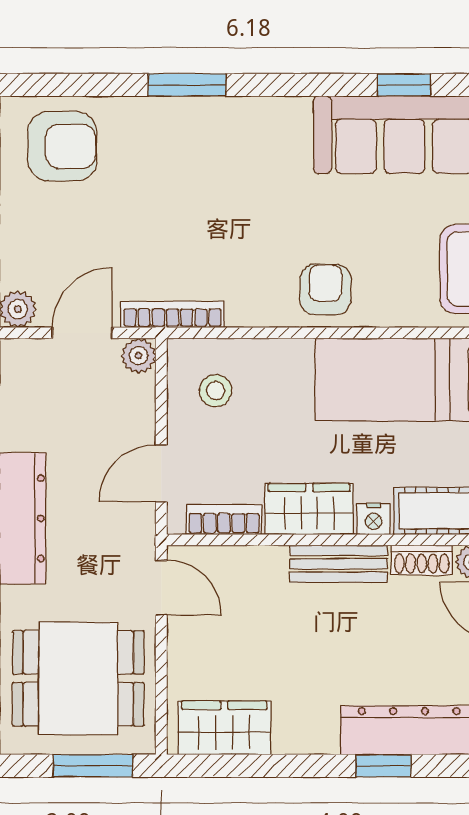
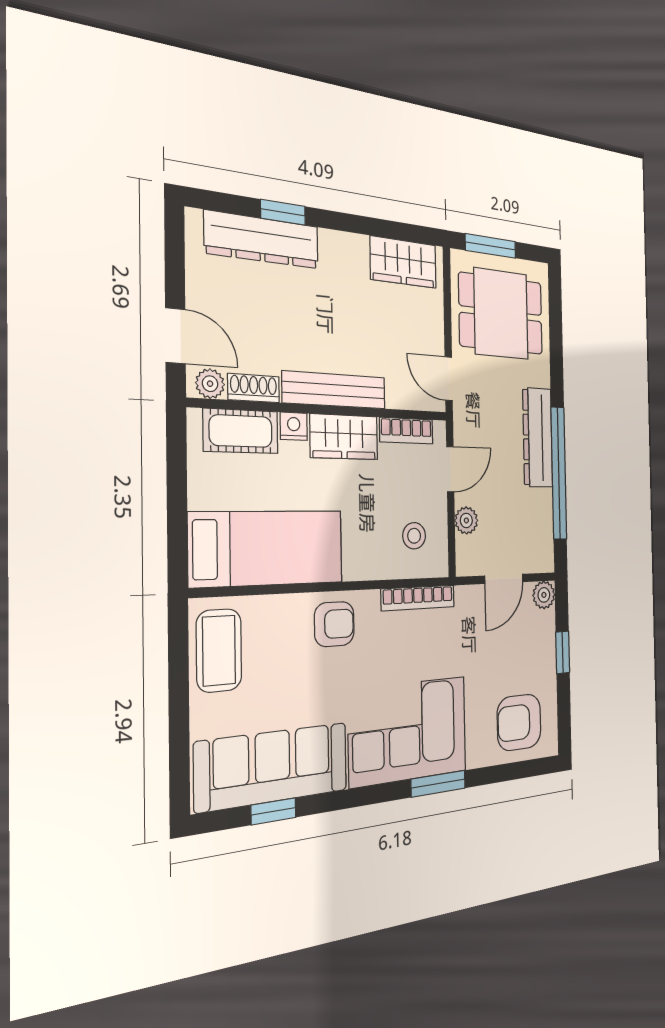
corner sofa: (228, 154) -> (408, 731), added
armchair: (325, 289) -> (334, 624), turned -90
bookcase: (172, 314) -> (418, 598), moved
plant: (139, 356) -> (466, 520), moved
bench: (339, 564) -> (335, 390), width x1.36

